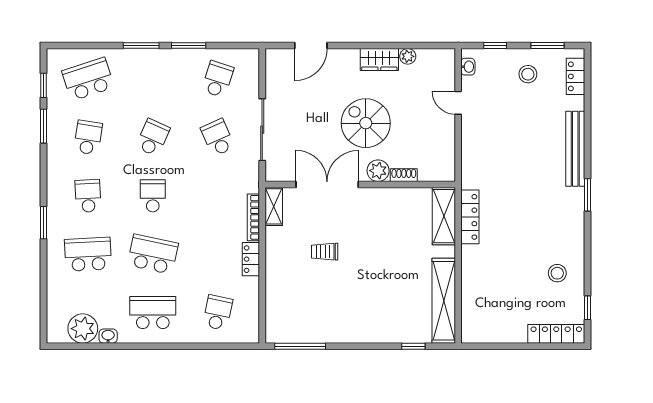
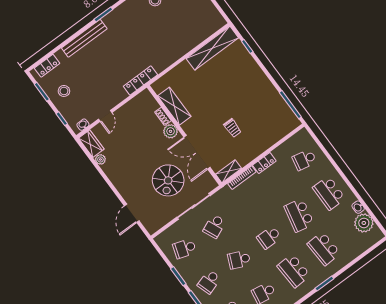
door: (311, 46) -> (132, 213), swing flipped
wardrobe: (379, 59) -> (91, 144), moved
school desk: (153, 79) -> (209, 282), added
spiral stairs: (366, 123) -> (168, 180), moved
school desk: (88, 196) -> (294, 271), width x1.85
shelving: (444, 216) -> (174, 106), moved, turned 90
locker: (470, 217) -> (140, 80), moved

